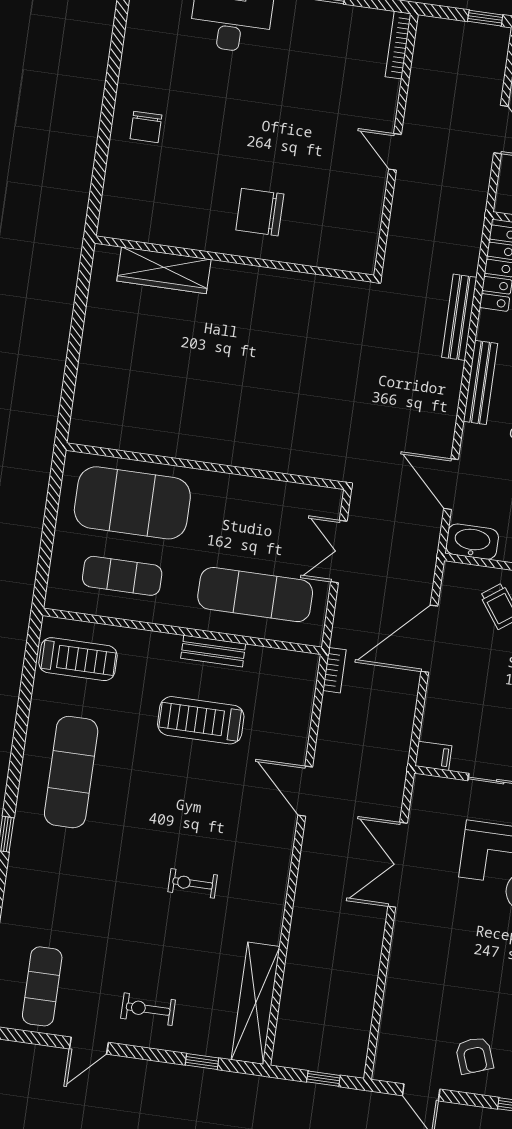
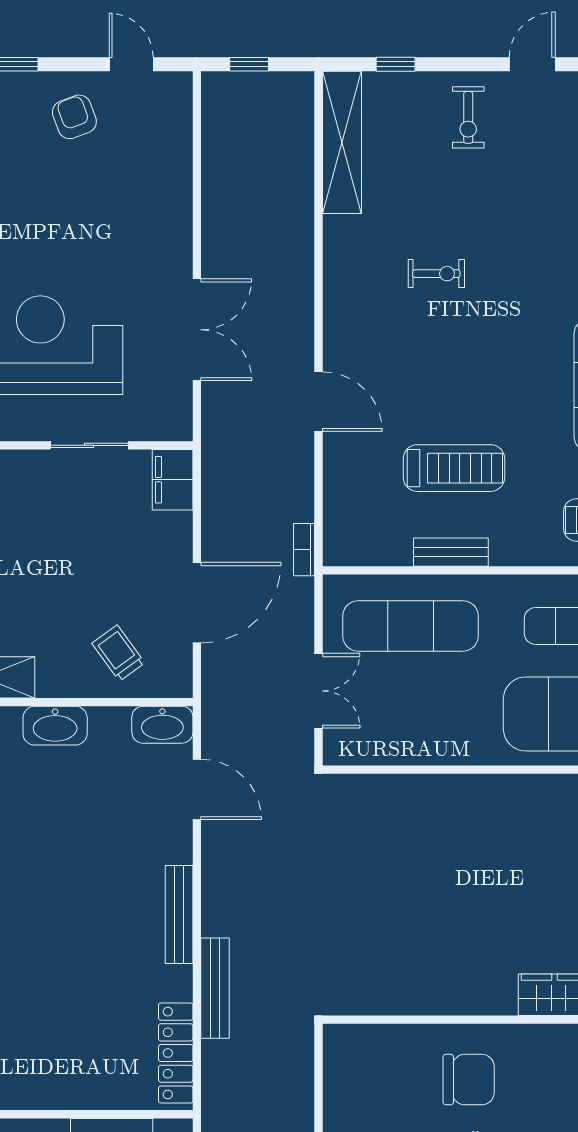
filing cabinet: (433, 756) -> (173, 480), width x2.00
exercise bike: (148, 1009) -> (468, 117), turned 90

